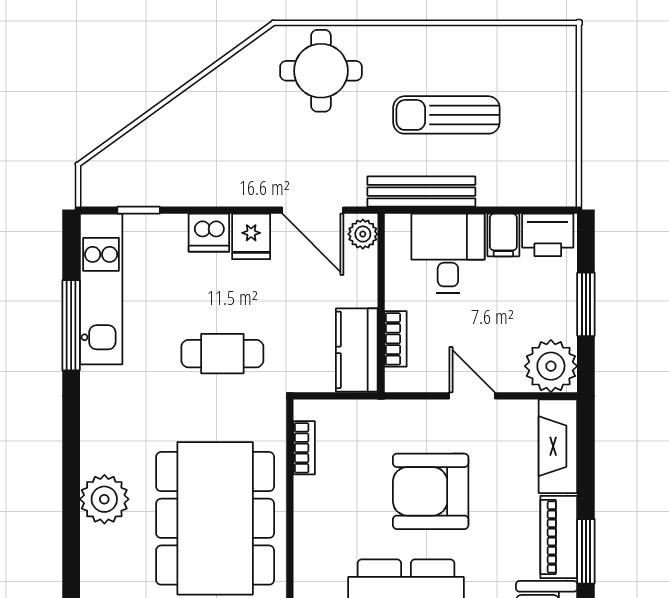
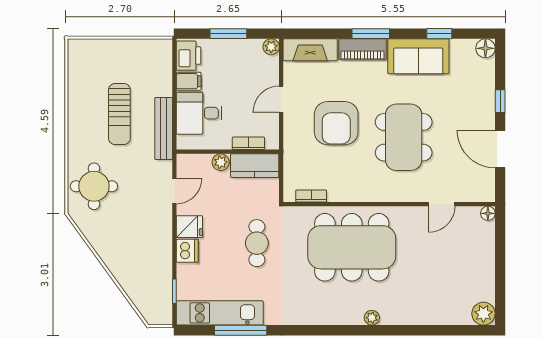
door: (313, 210) -> (174, 191), width x0.73
plant: (363, 234) -> (221, 162), moved
plant: (551, 366) -> (271, 47), width x0.53, depth x0.53
plant: (104, 499) -> (372, 318), moved, width x0.53, depth x0.53

